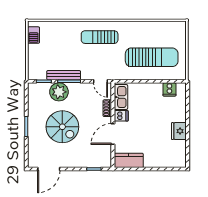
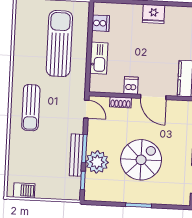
door: (101, 81) -> (86, 109), hinge flipped
kitchen sink: (121, 97) -> (99, 58), moved, turned 90

